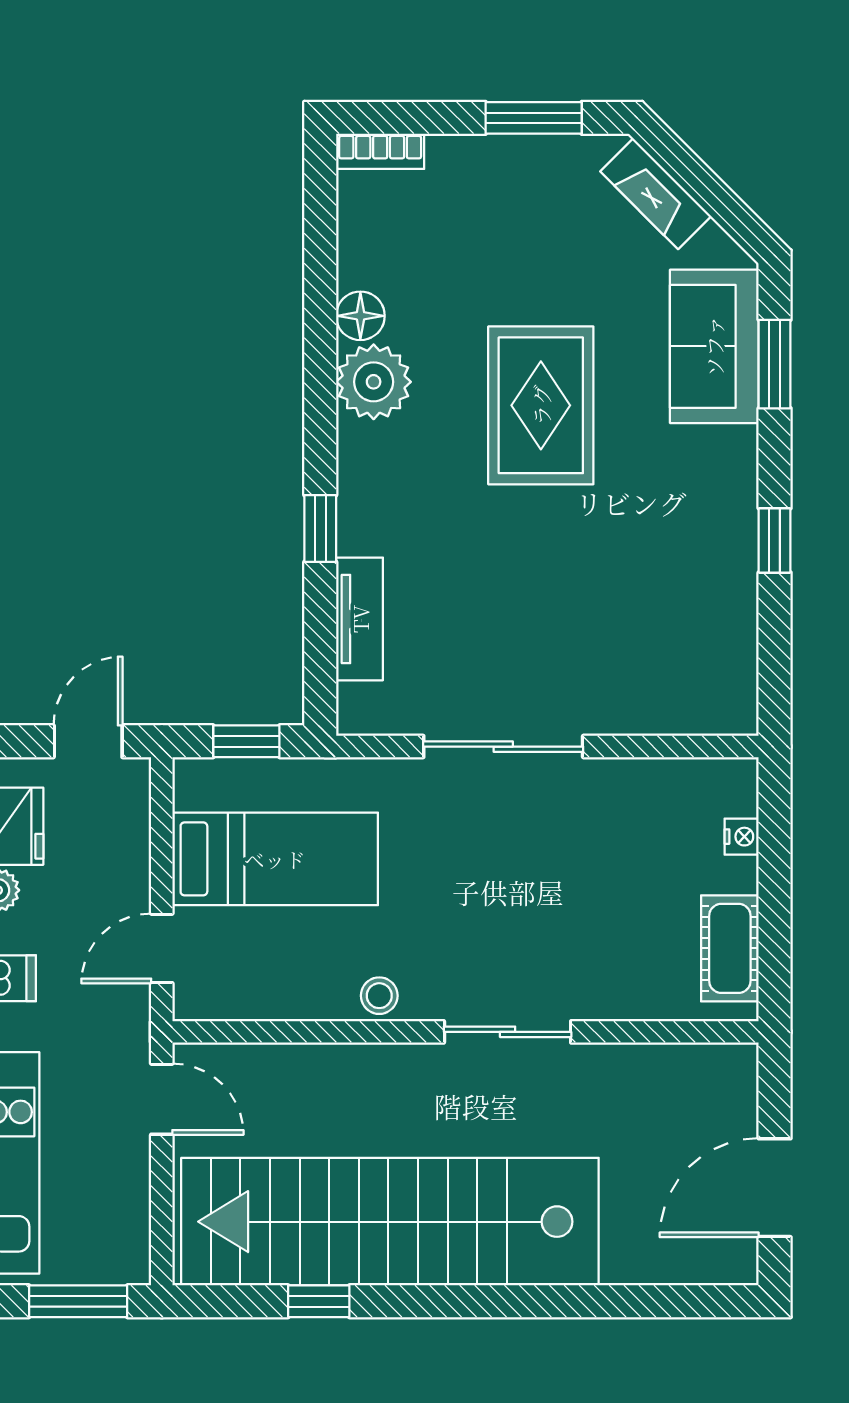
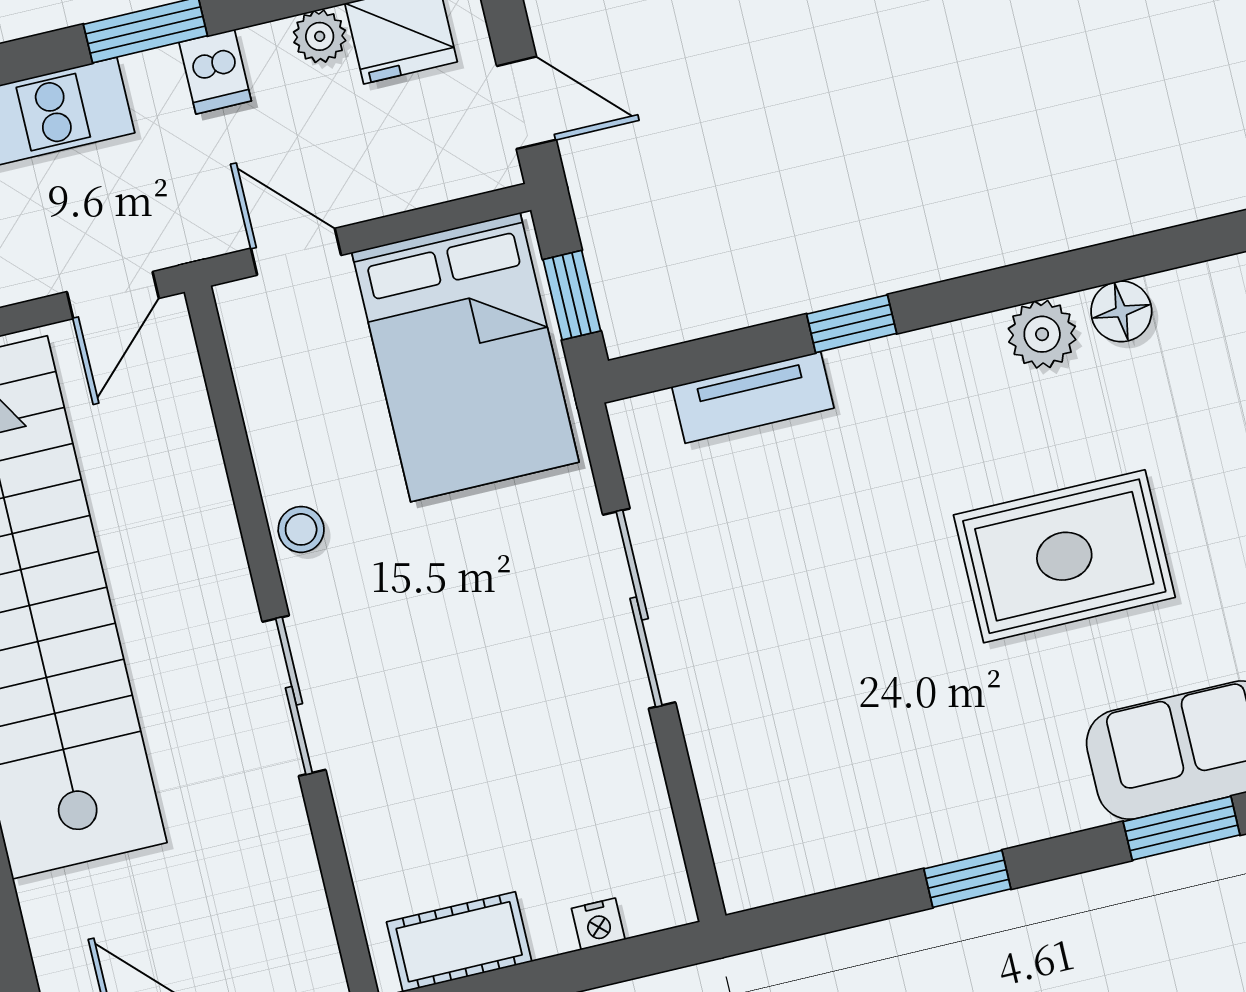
plant: (374, 382) -> (1042, 334), width x0.73, depth x0.73
bed: (275, 859) -> (465, 357), width x1.50

